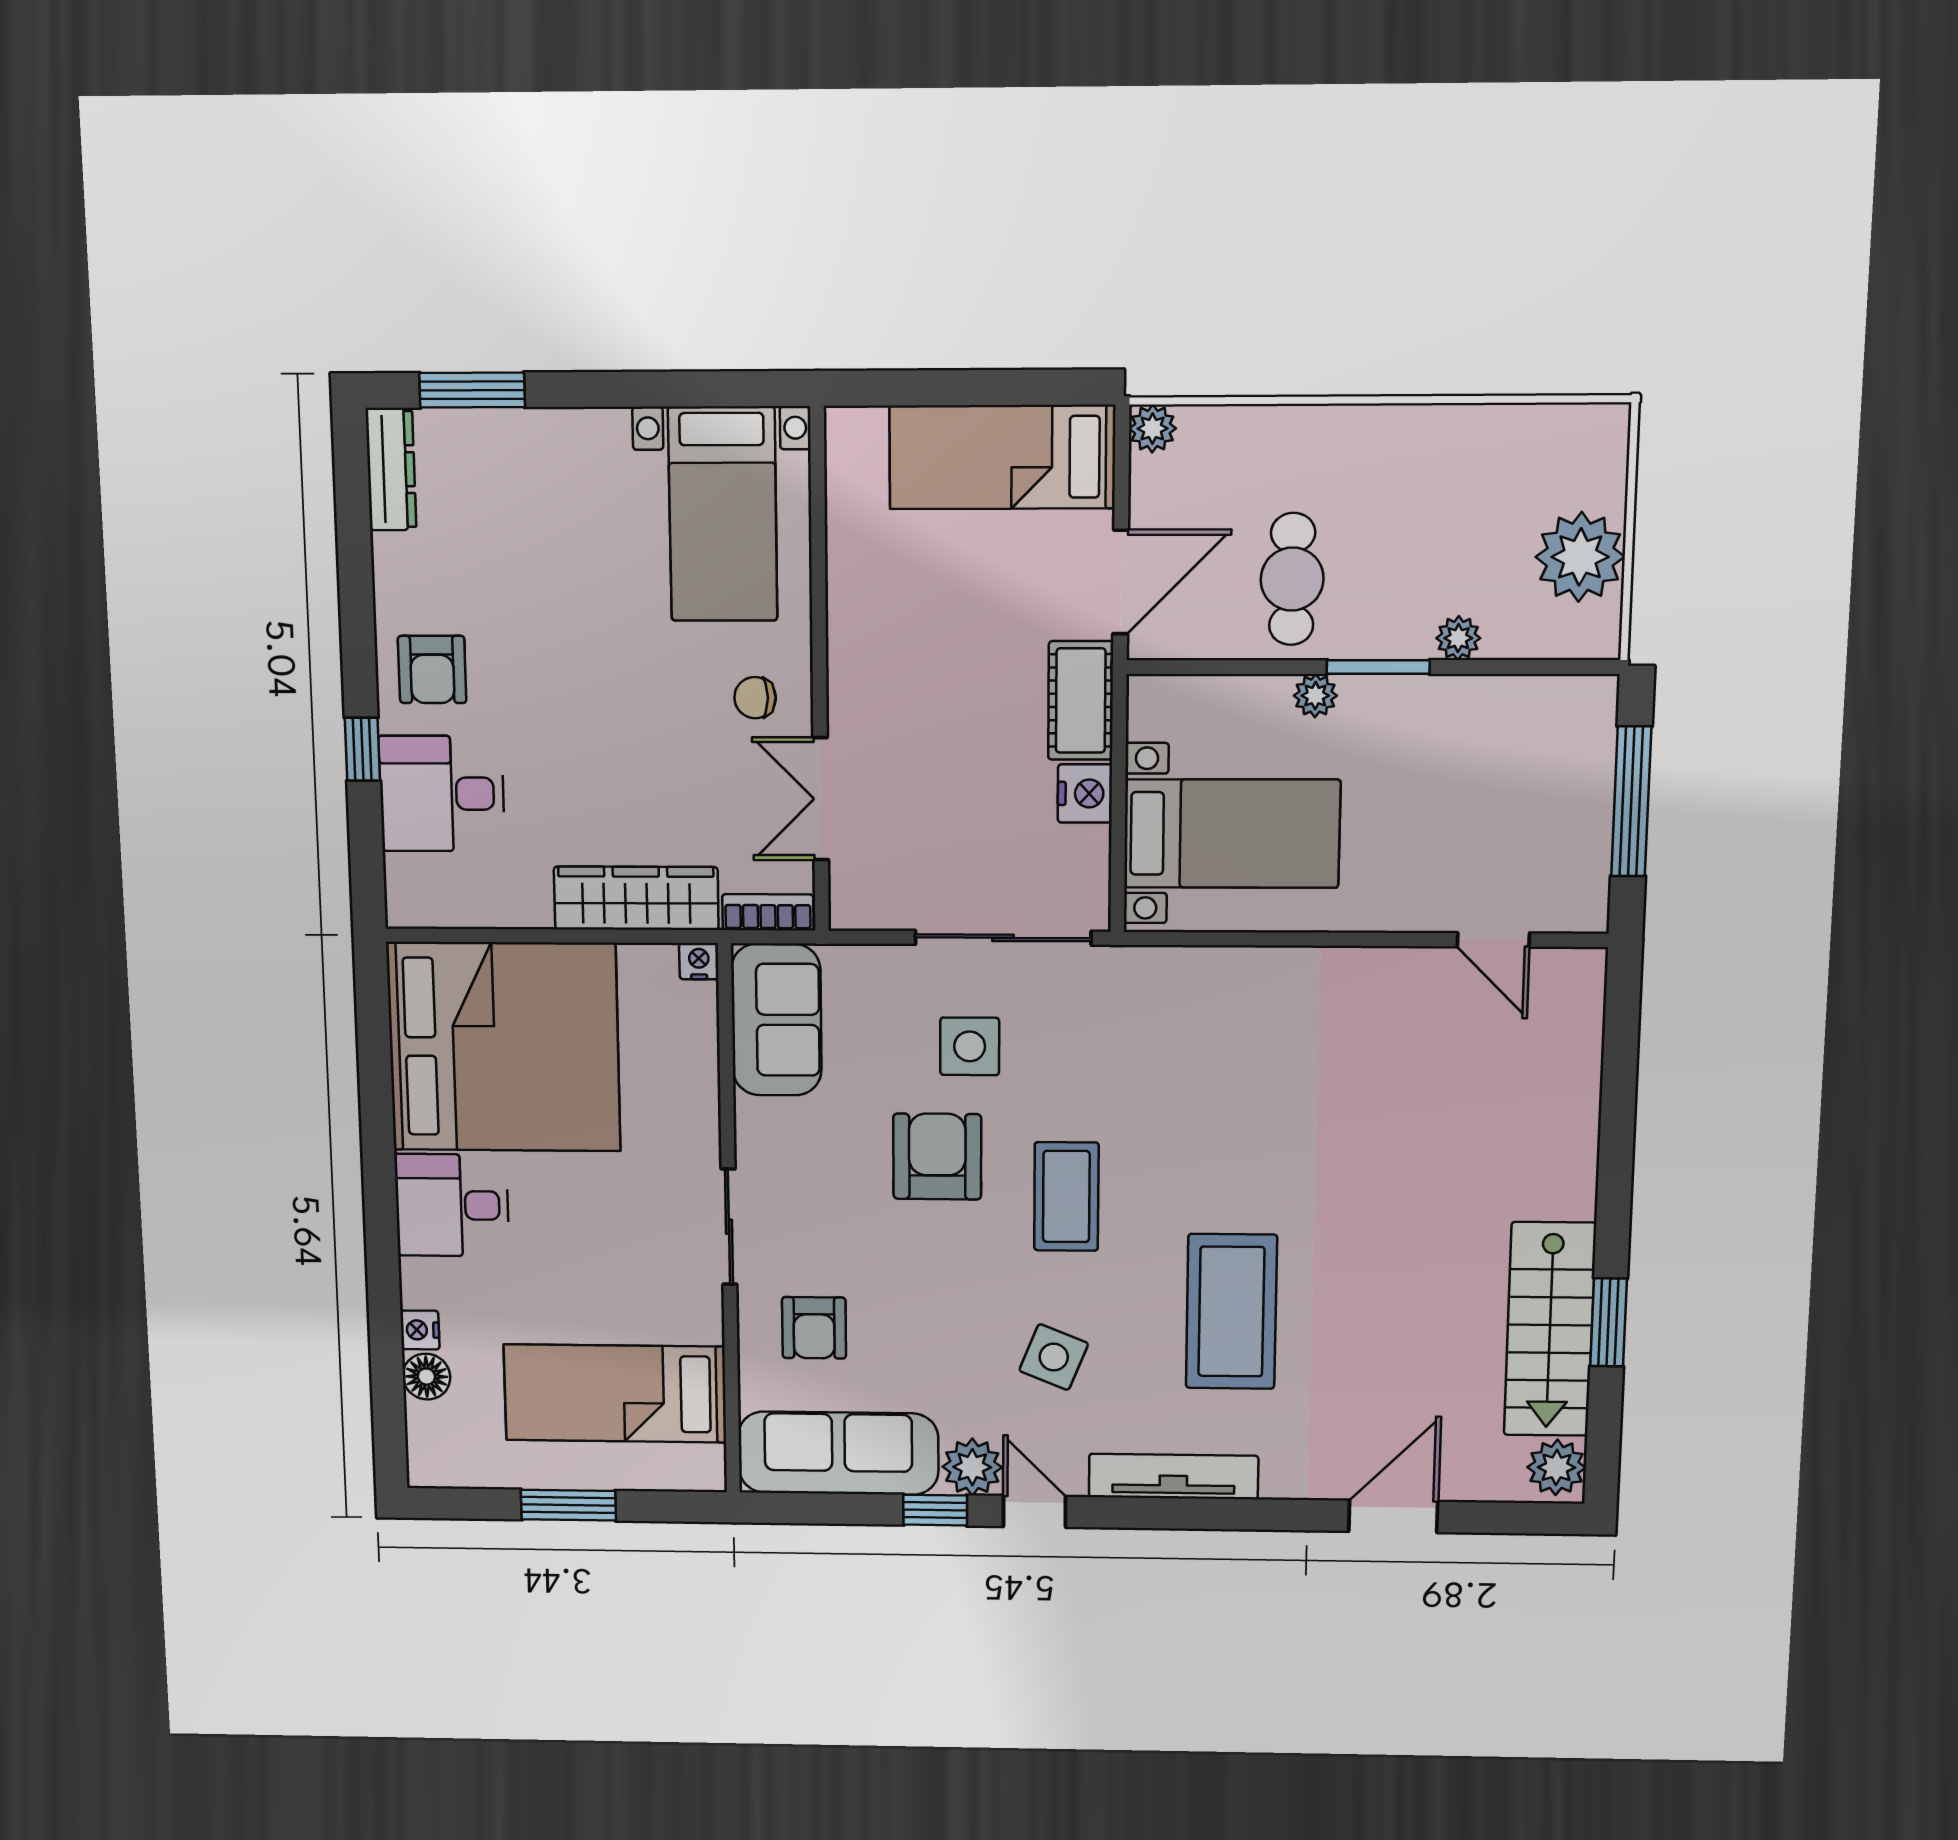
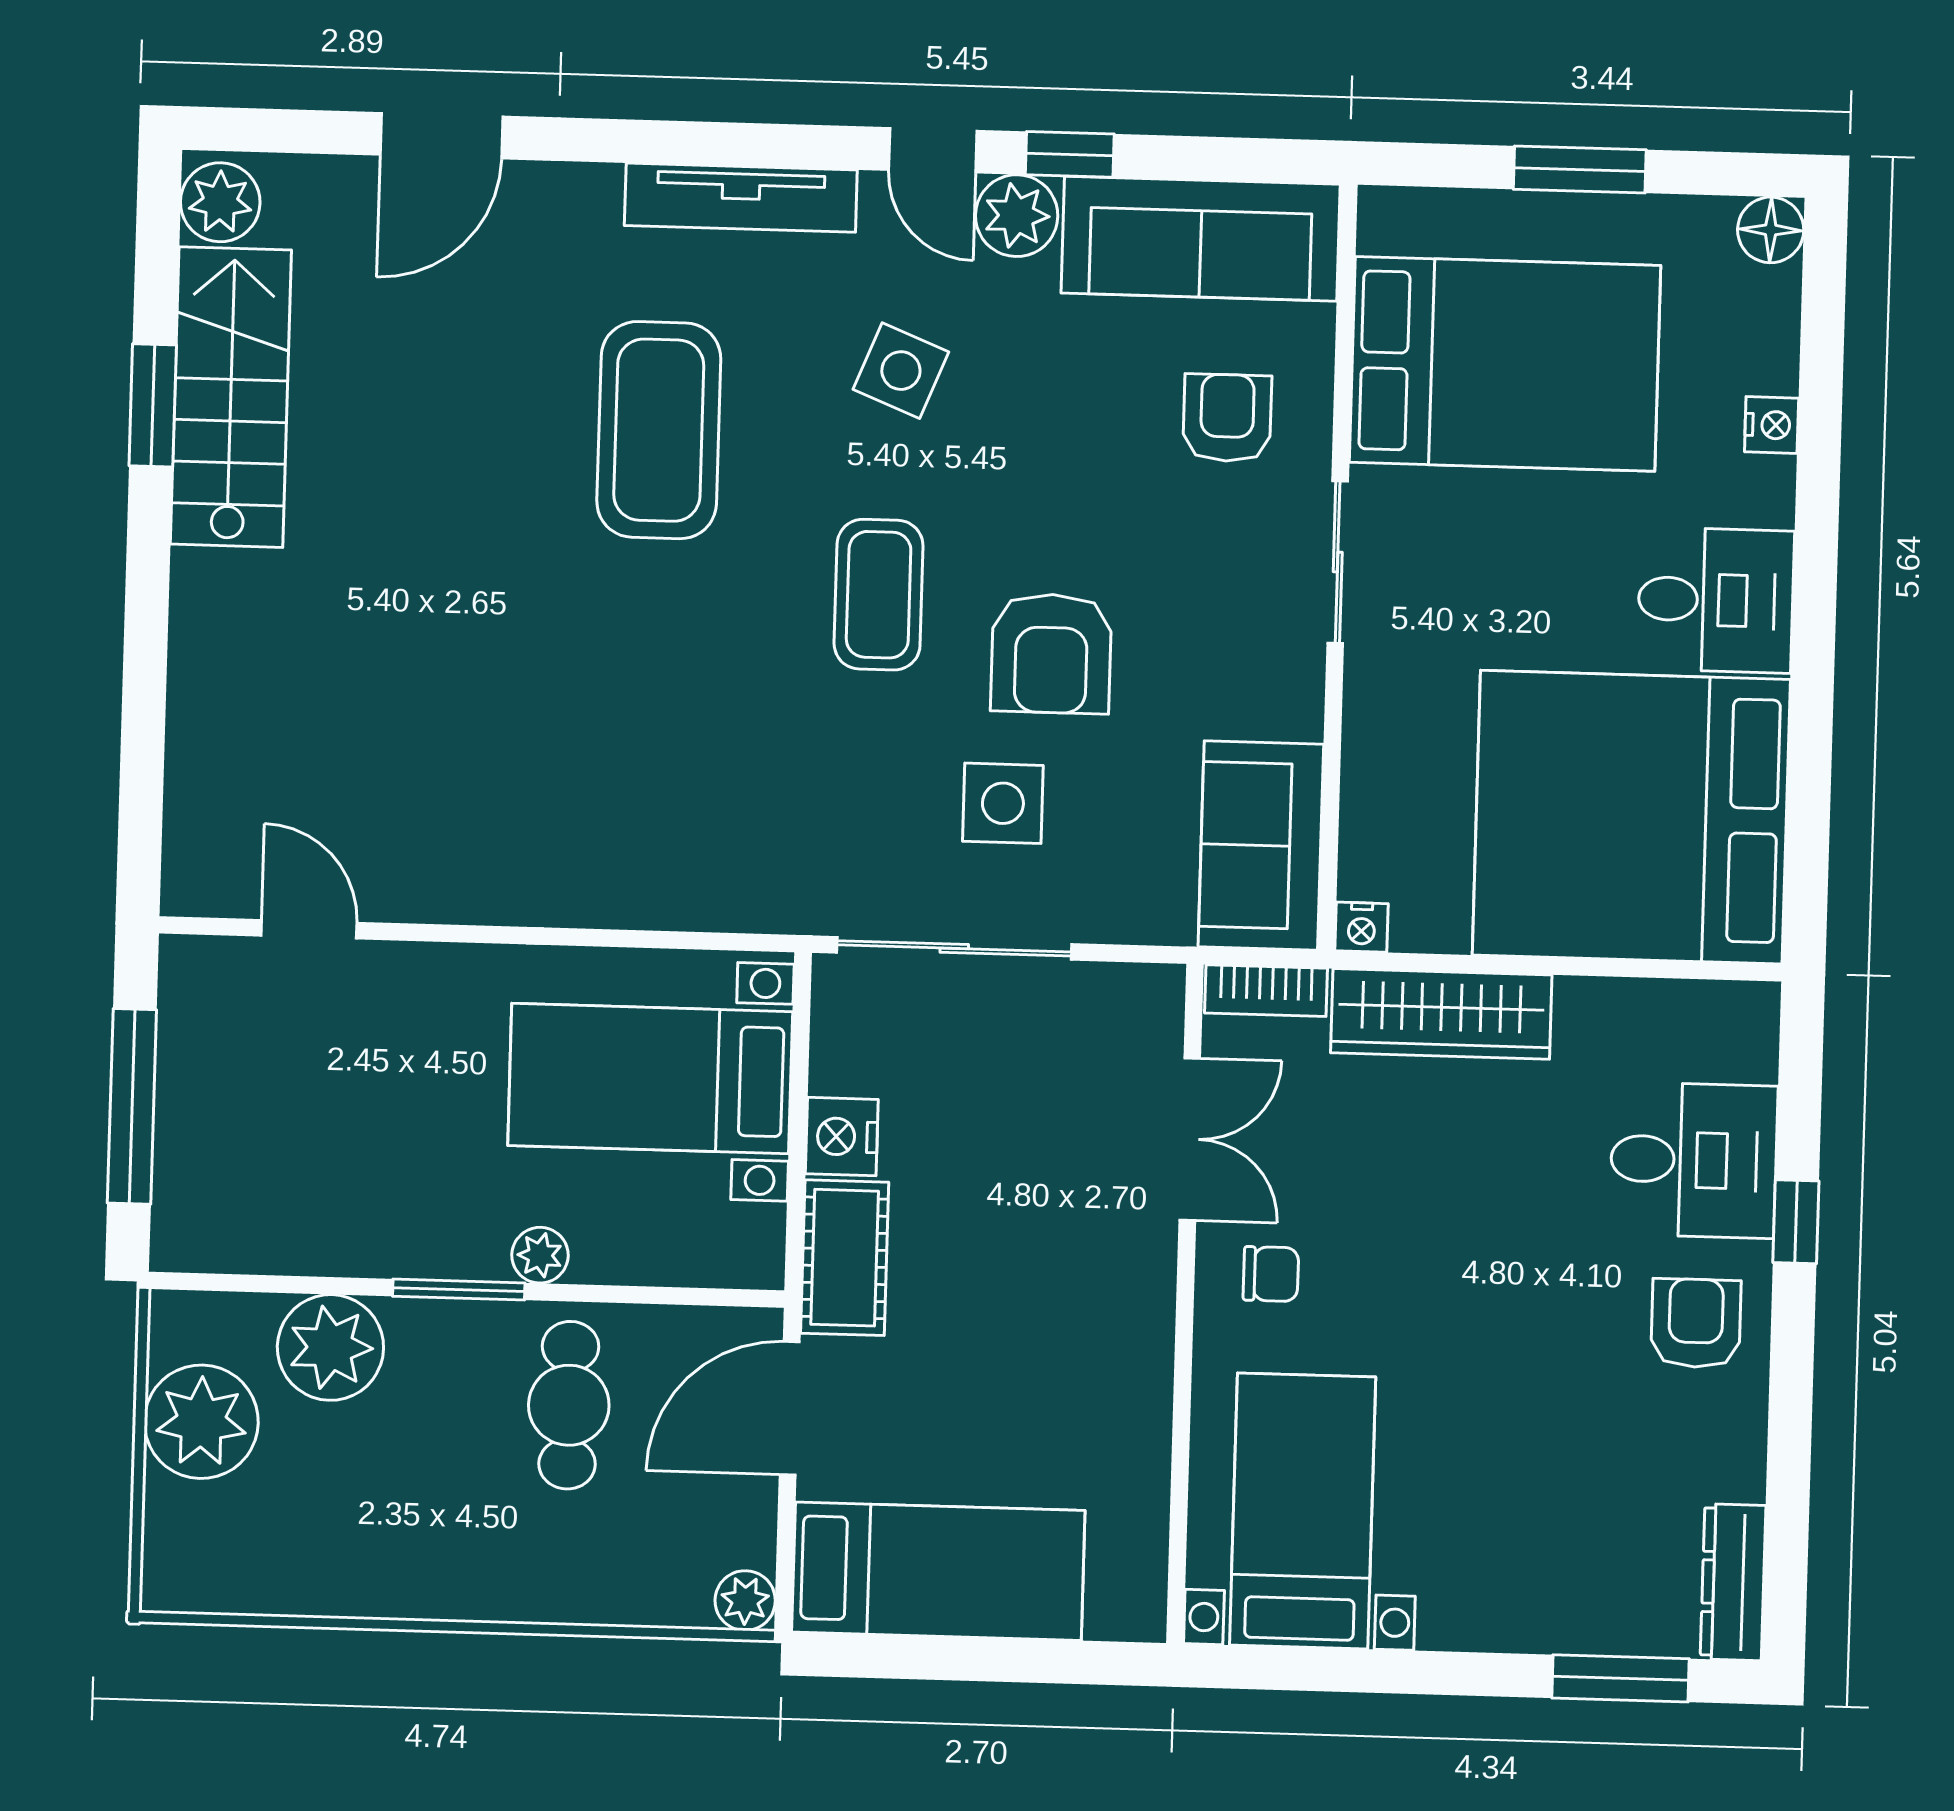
plant: (1458, 638) -> (330, 1347), width x1.88, depth x1.88
floor lamp: (426, 1377) -> (1771, 230), moved
bed: (615, 1393) -> (1505, 364), width x1.50

